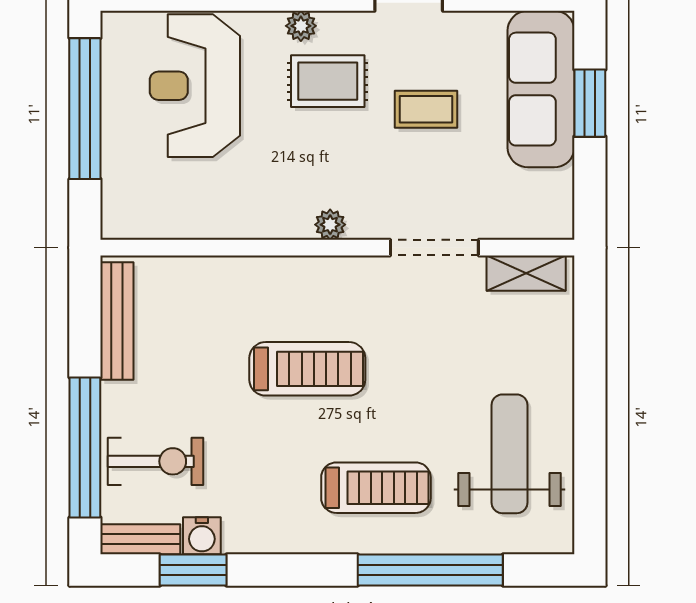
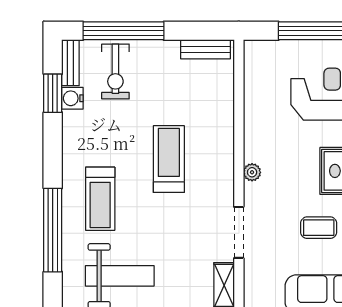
coffee table: (426, 109) -> (319, 228), turned 90
bench: (117, 321) -> (206, 49), width x0.73
treadmill: (307, 369) -> (169, 159), turned 180

